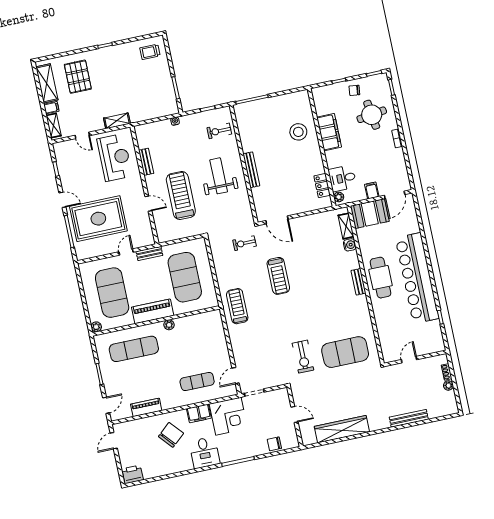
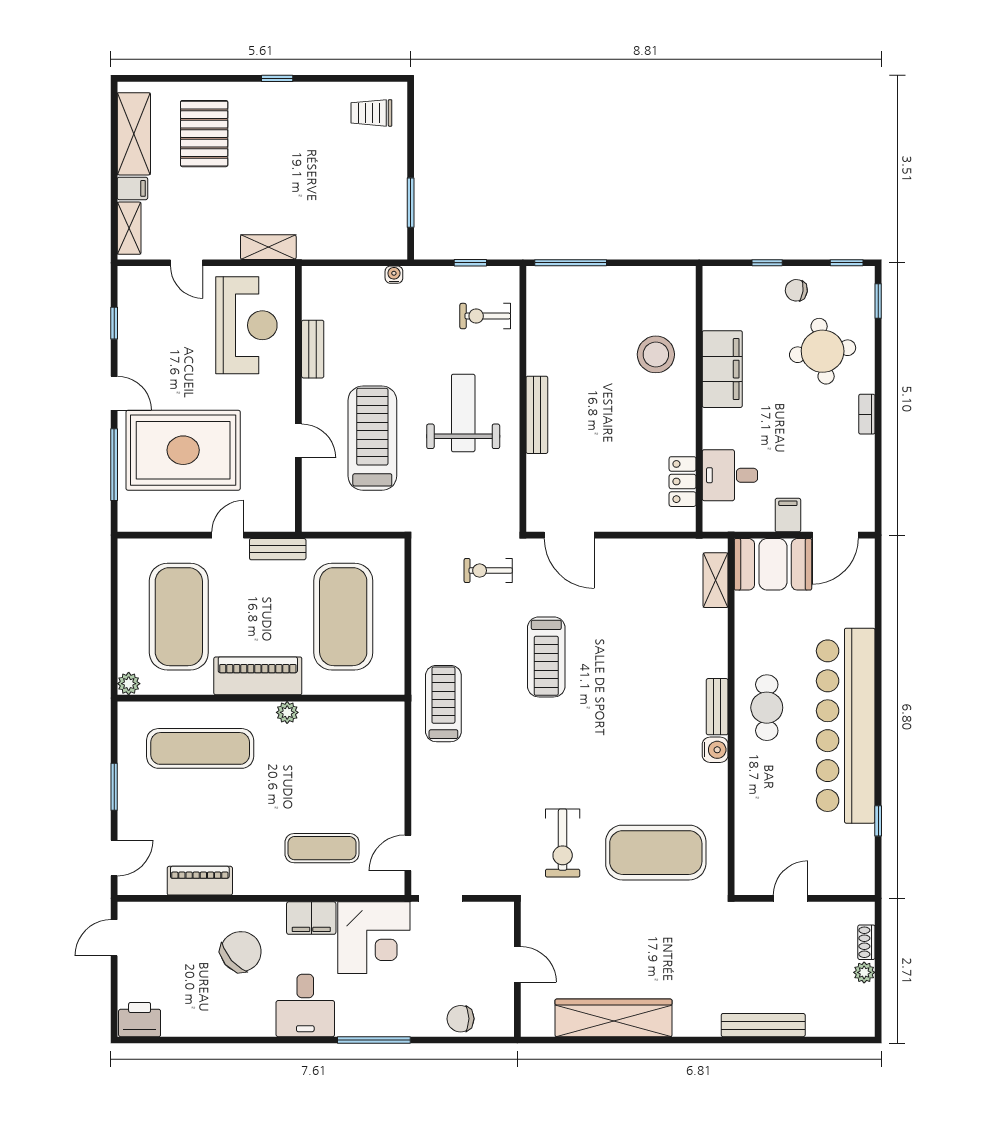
plant: (339, 197) -> (713, 514), removed
water cooler: (350, 245) -> (715, 750), moved
cafe table: (381, 278) -> (767, 708), width x0.73, depth x0.74

